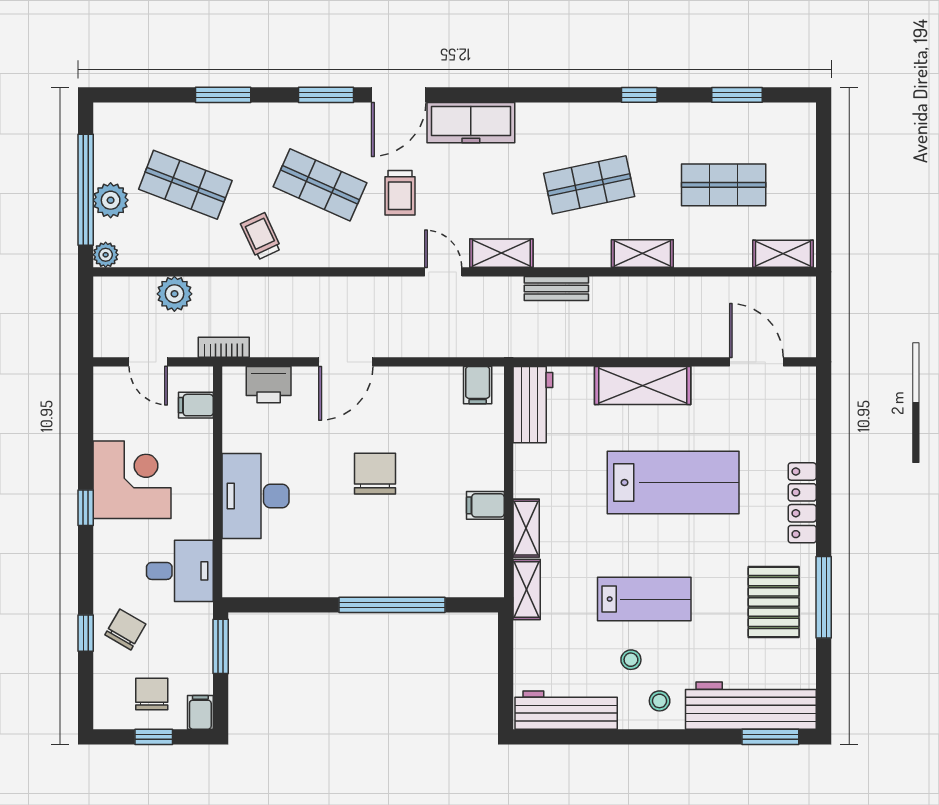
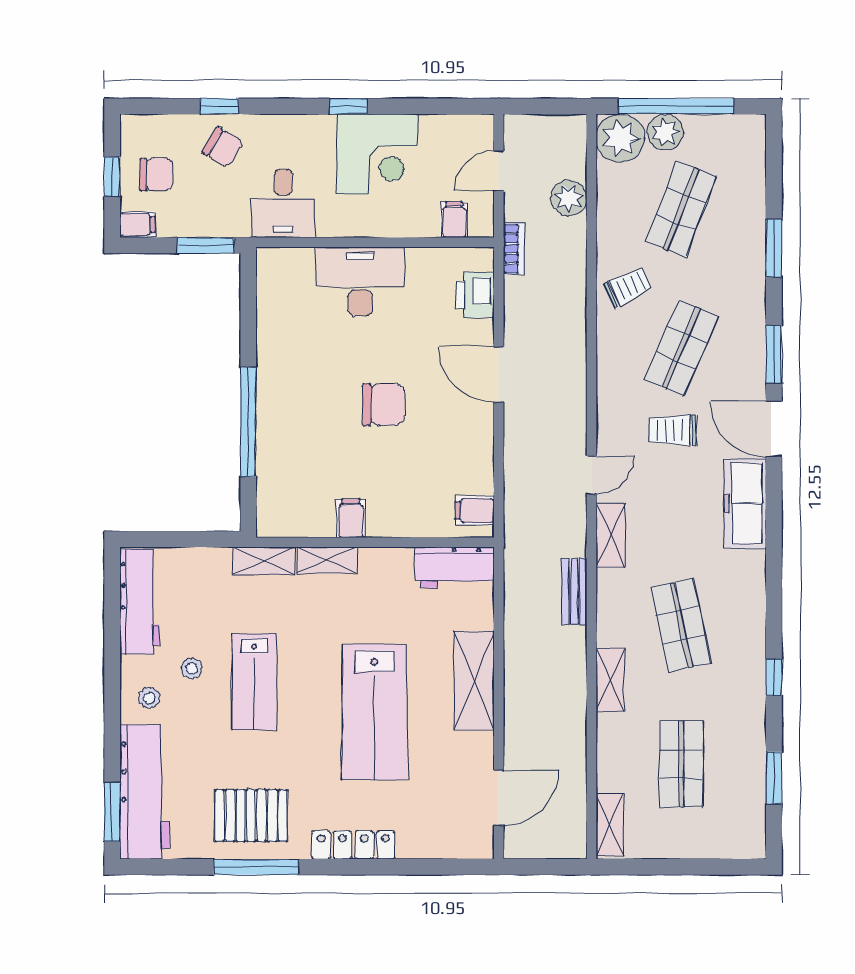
plant: (106, 255) -> (620, 138), width x1.87, depth x1.87

